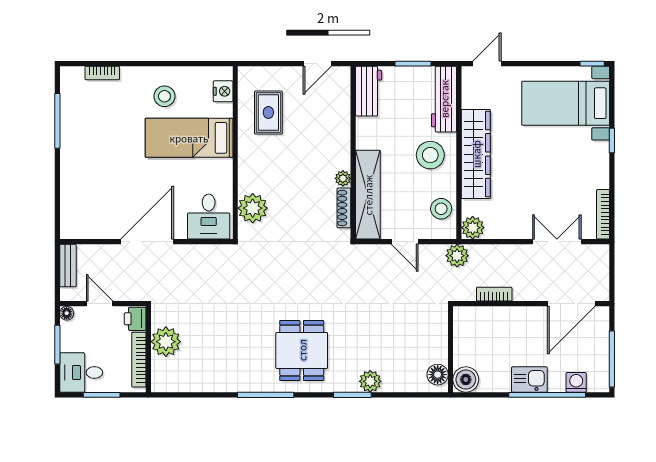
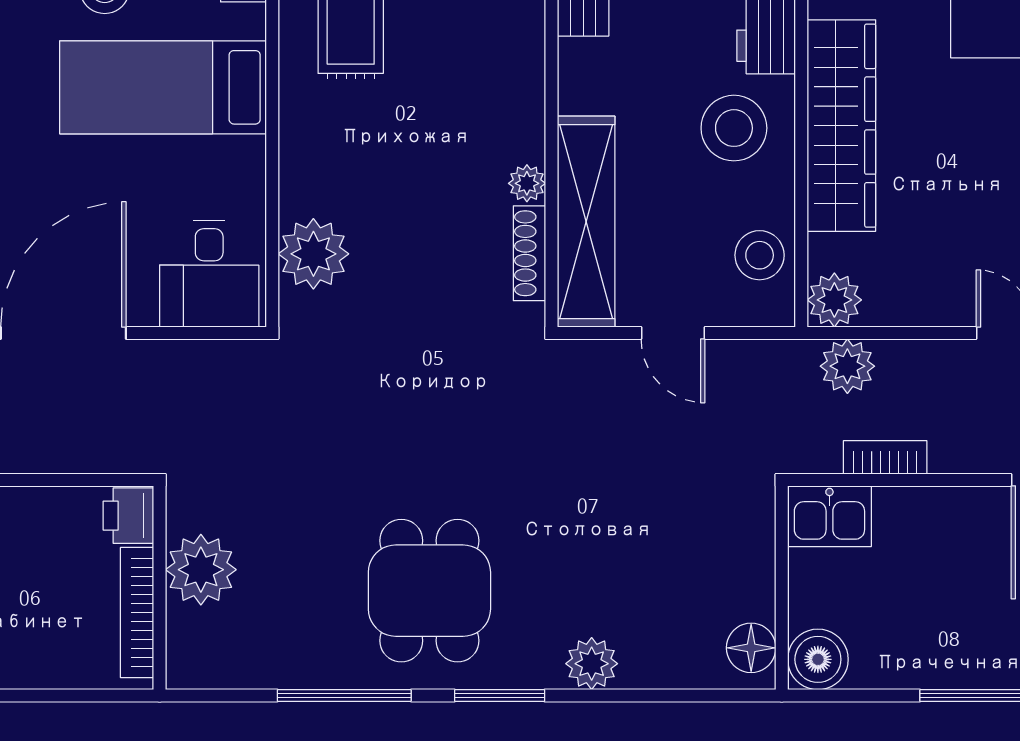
plant: (457, 256) -> (847, 366), moved
printer: (135, 319) -> (128, 516), moved
plant: (166, 342) -> (201, 570), moved
wall: (148, 349) -> (160, 588), moved
bookcase: (139, 360) -> (137, 612), moved
kitchen sink: (529, 380) -> (829, 516), moved, turned 180
window: (352, 395) -> (500, 696), moved

